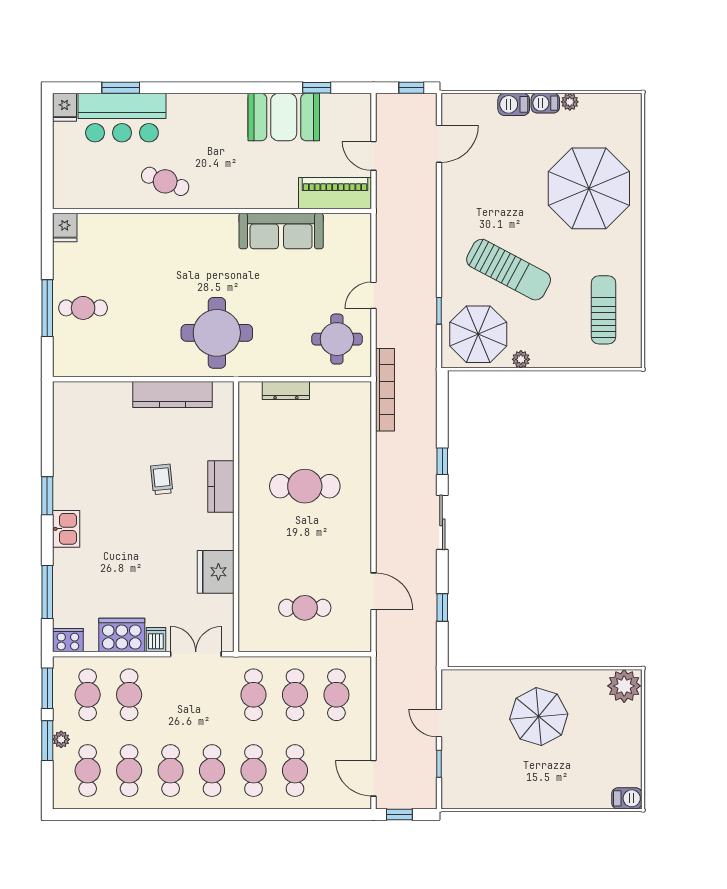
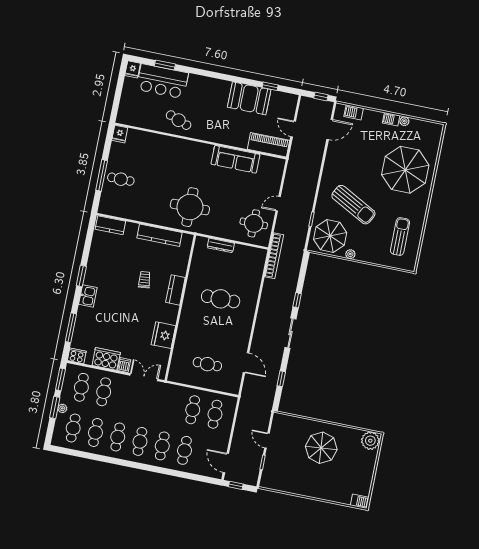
barbecue: (514, 104) -> (354, 112), moved
kitchen counter: (81, 394) -> (110, 225), added
cafe table: (253, 695) -> (170, 405), removed

